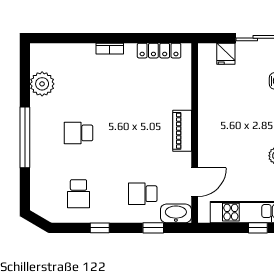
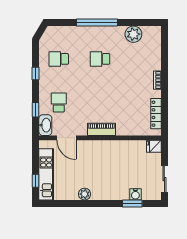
fridge: (226, 54) -> (154, 146), moved
school desk: (78, 133) -> (100, 59), turned -90

